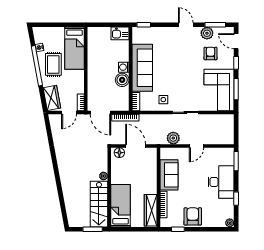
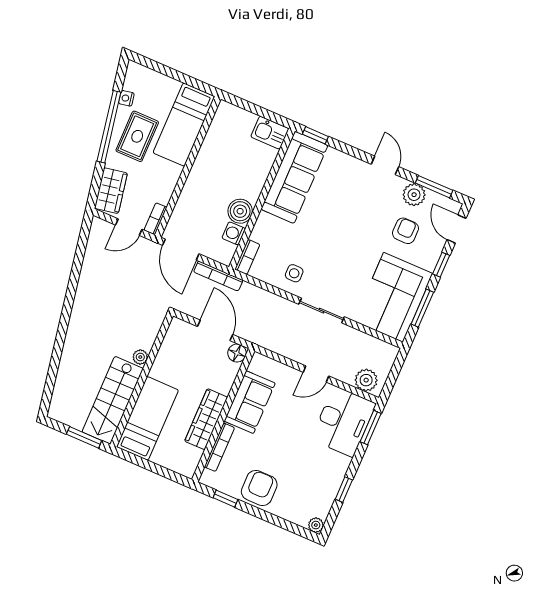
washing machine: (124, 67) -> (234, 233), moved
sofa: (142, 68) -> (294, 177), moved
plant: (173, 138) -> (366, 380), moved
floor lamp: (119, 153) -> (237, 353), moved
desk: (221, 182) -> (343, 422), moved
wardrobe: (151, 210) -> (206, 419), moved

